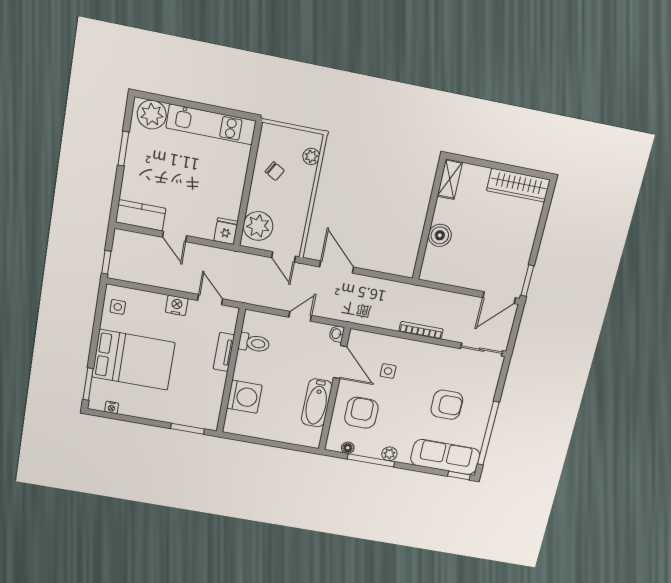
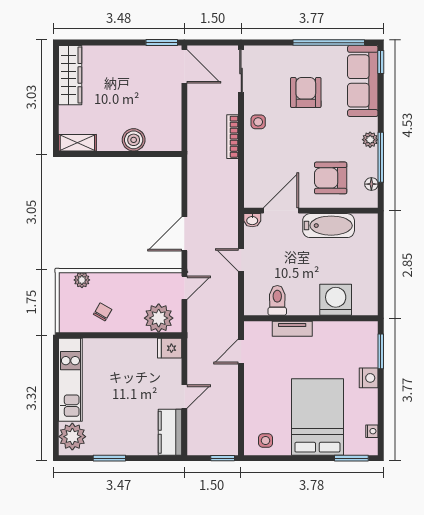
nightstand: (177, 305) -> (369, 378), moved, turned 180
side table: (388, 371) -> (258, 122), moved

